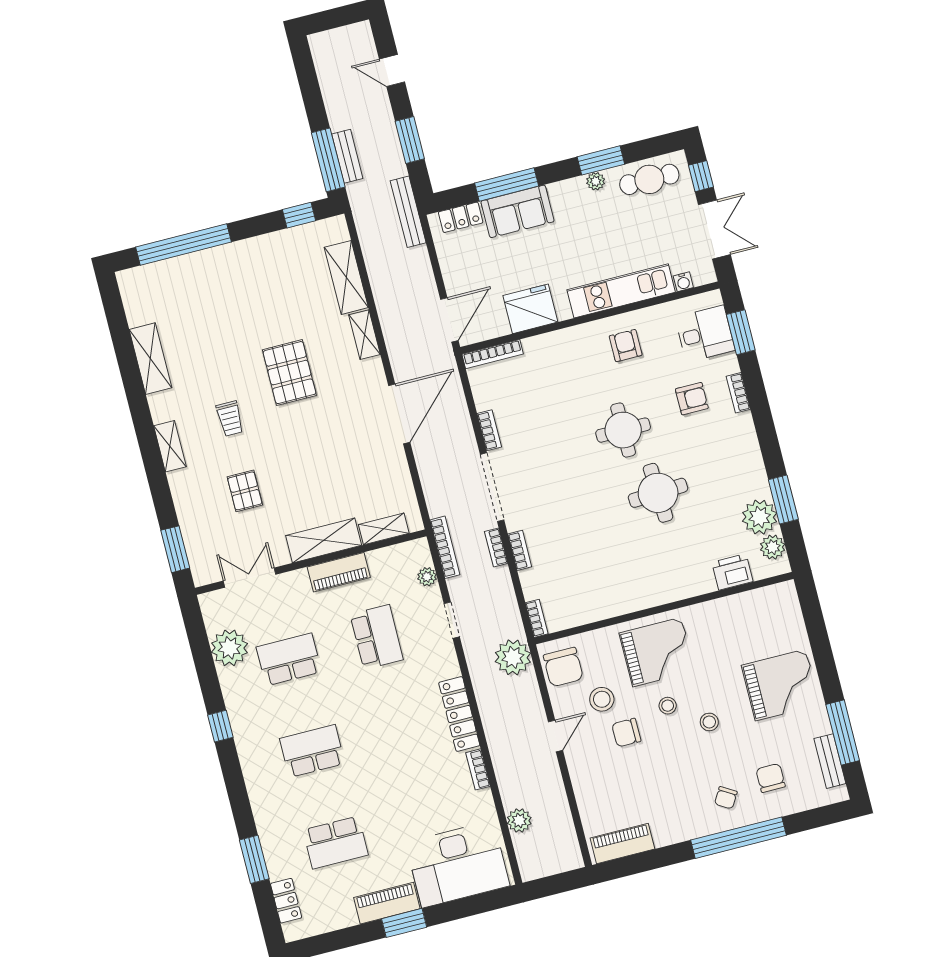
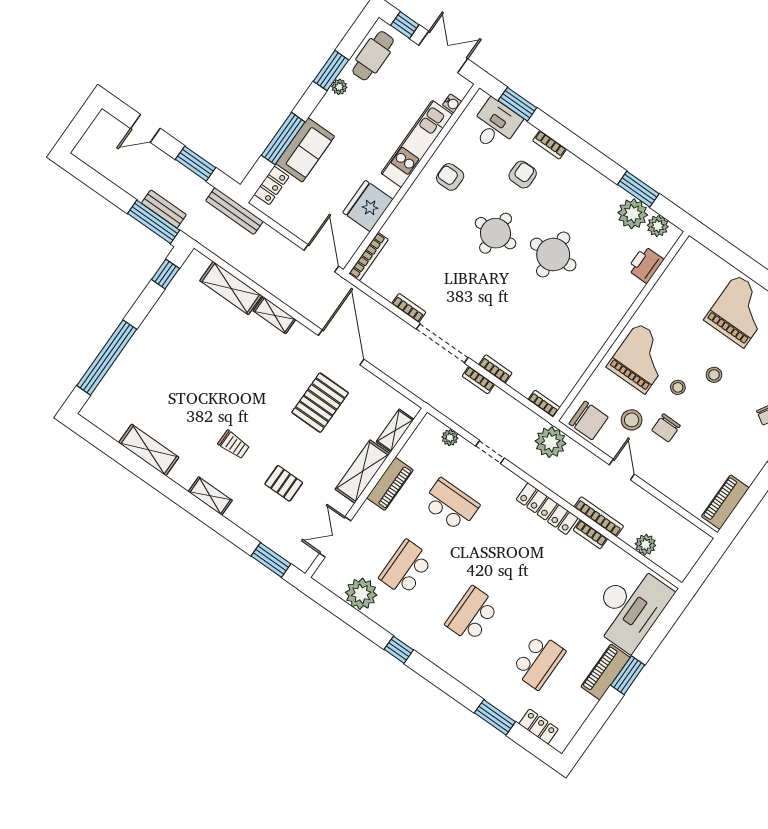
pallet: (289, 373) -> (320, 403), moved, turned 90
bookcase: (445, 547) -> (599, 517), moved

